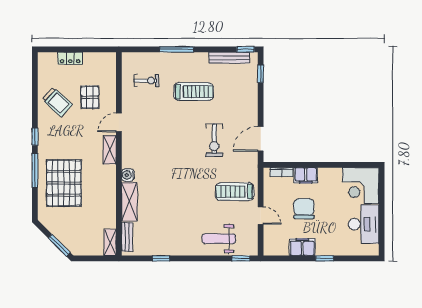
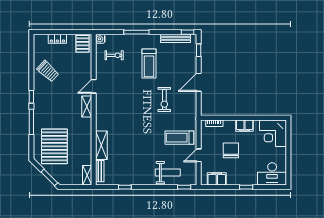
treadmill: (194, 92) -> (149, 63), turned 90
pallet: (90, 97) -> (83, 44), moved
door: (261, 139) -> (199, 82), moved
water cooler: (128, 175) -> (100, 39), moved
filing cabinet: (306, 175) -> (245, 126), moved
pallet: (64, 183) -> (54, 146), moved
door: (261, 216) -> (199, 155), swing flipped
desk: (364, 224) -> (272, 174), moved, turned 90
weight bench: (219, 239) -> (168, 173), turned 180
filing cabinet: (302, 247) -> (217, 179), moved

